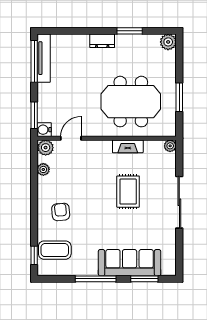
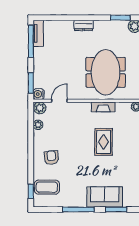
window: (130, 31) -> (120, 18), moved
tv unit: (44, 58) -> (38, 33), width x0.71
meeting table: (131, 102) -> (106, 72), turned 90
sofa: (130, 263) -> (105, 197), width x0.73

